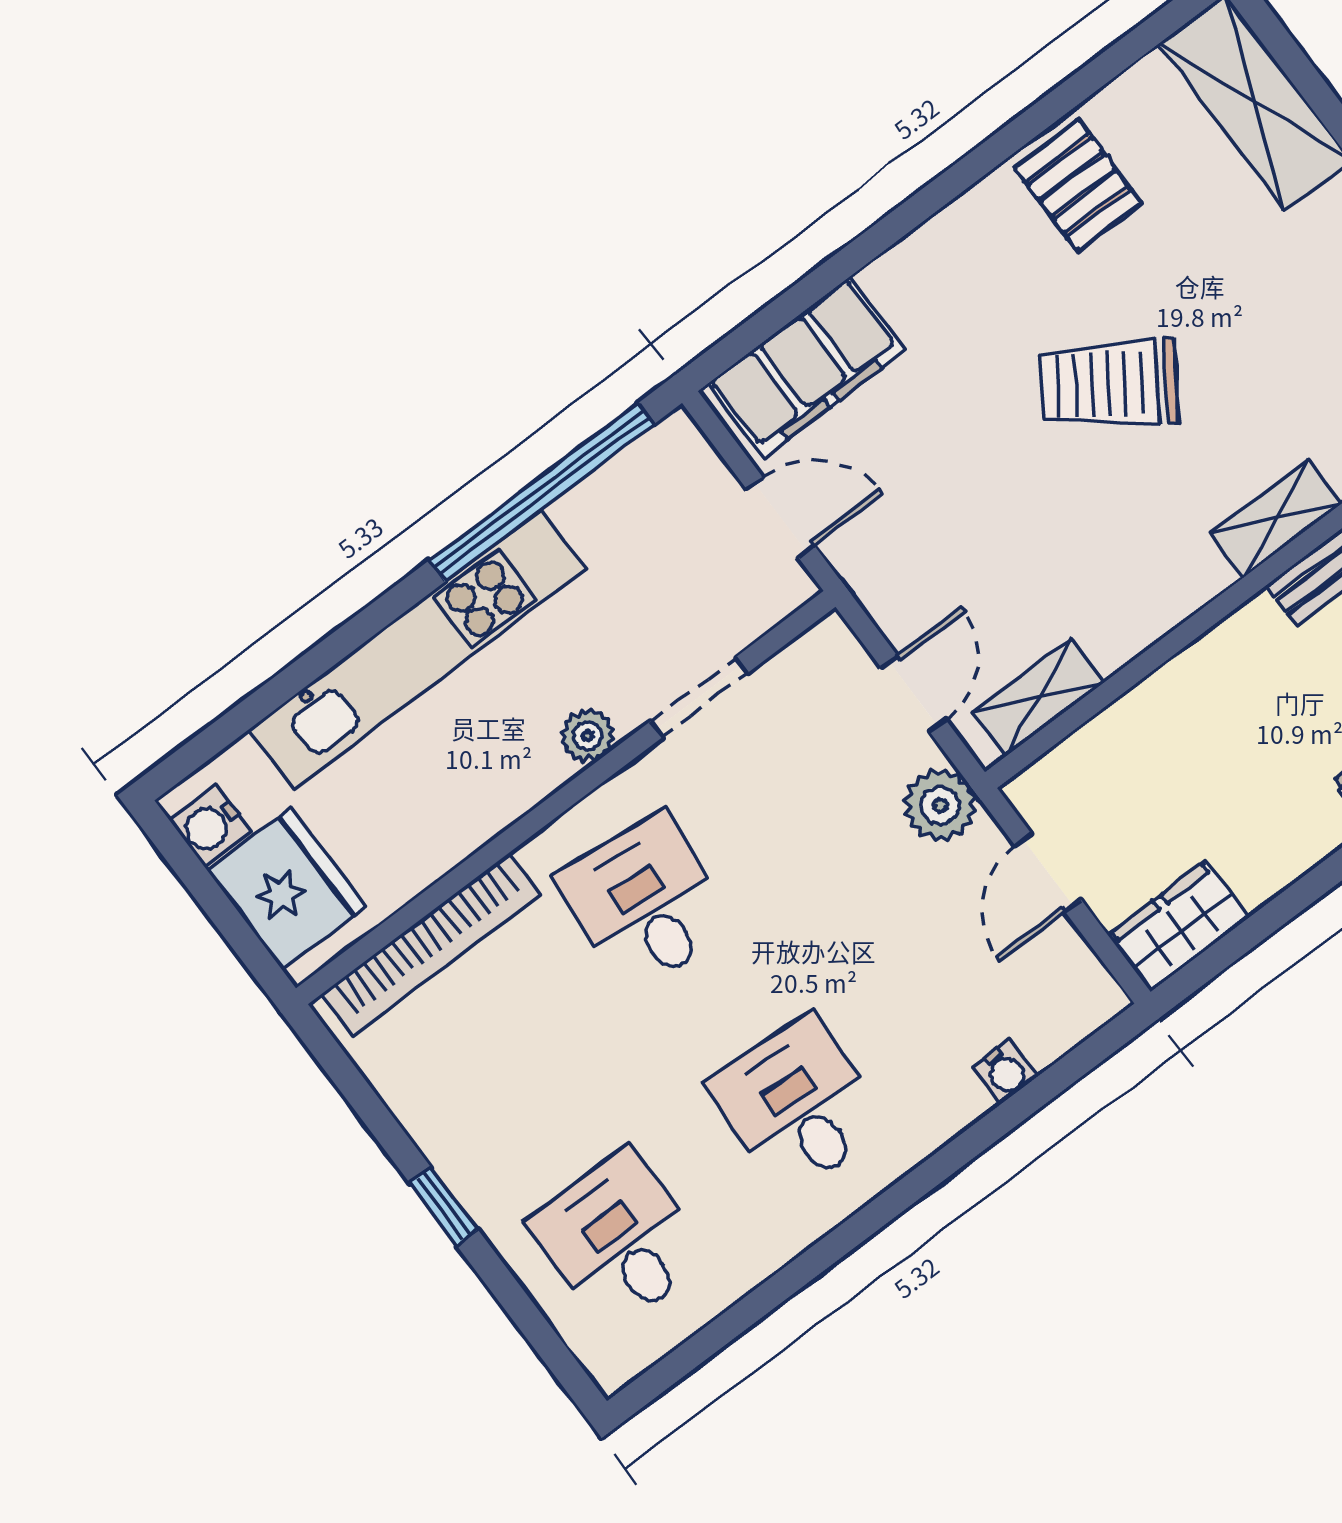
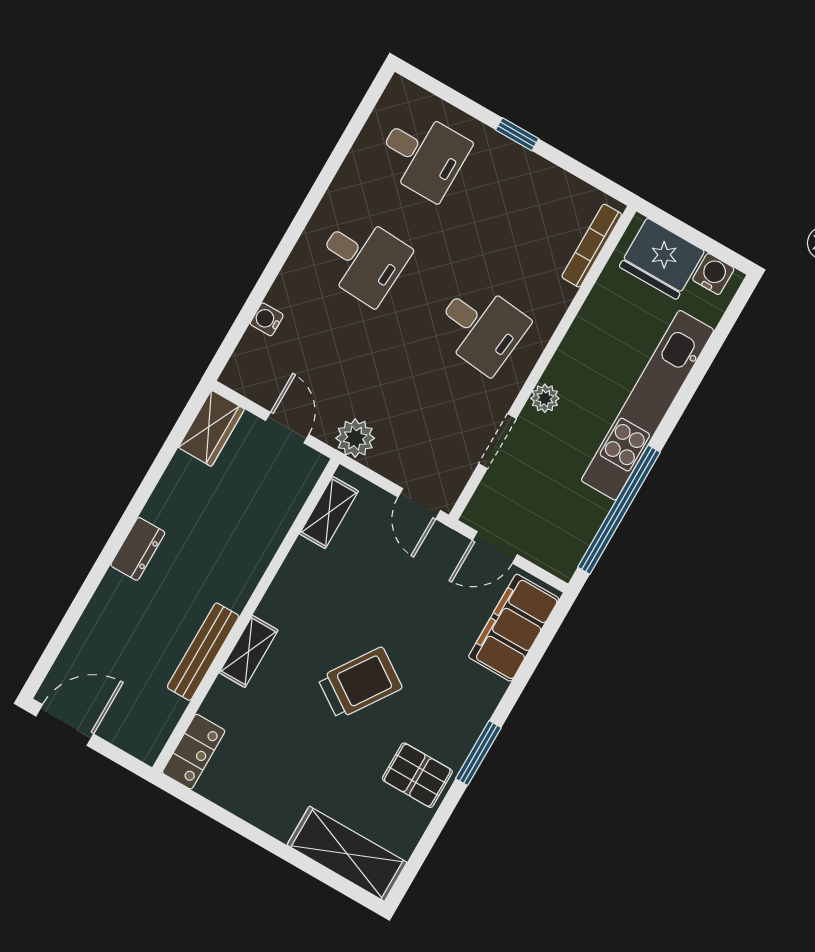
window: (958, 179) -> (478, 753), added
door: (913, 694) -> (419, 504), moved
bookcase: (431, 945) -> (592, 246), width x0.68, depth x0.76

